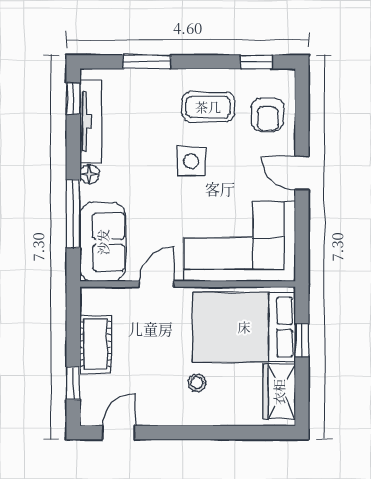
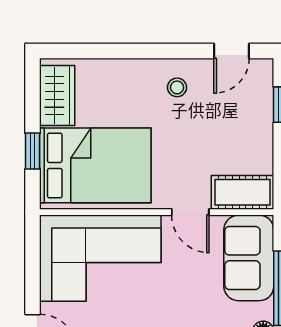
door: (157, 284) -> (190, 212), hinge flipped
cot: (95, 344) -> (243, 192), moved, turned 90
stool: (197, 383) -> (177, 87), moved

